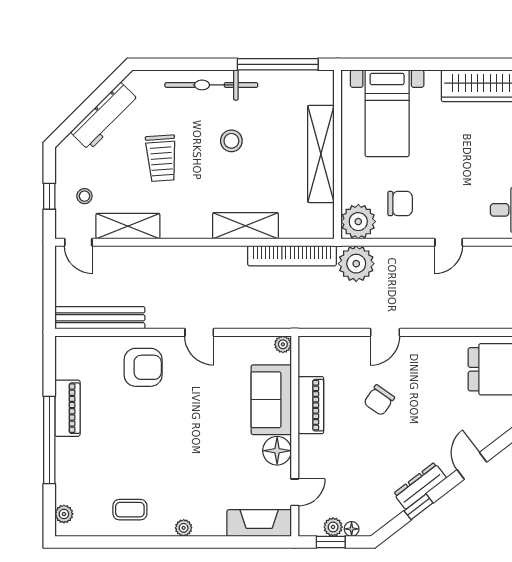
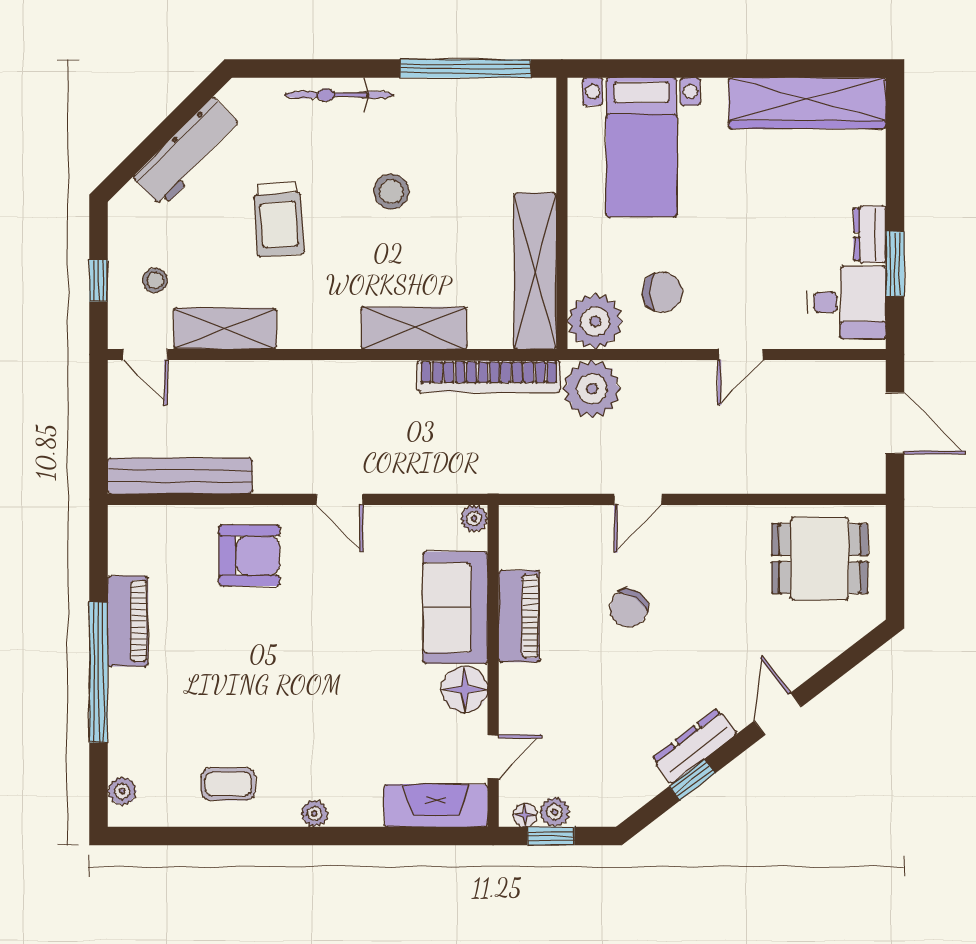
bicycle: (211, 85) -> (339, 95), width x0.73, depth x0.71
shelving: (321, 154) -> (535, 271), moved
floor lamp: (352, 529) -> (525, 815), moved

